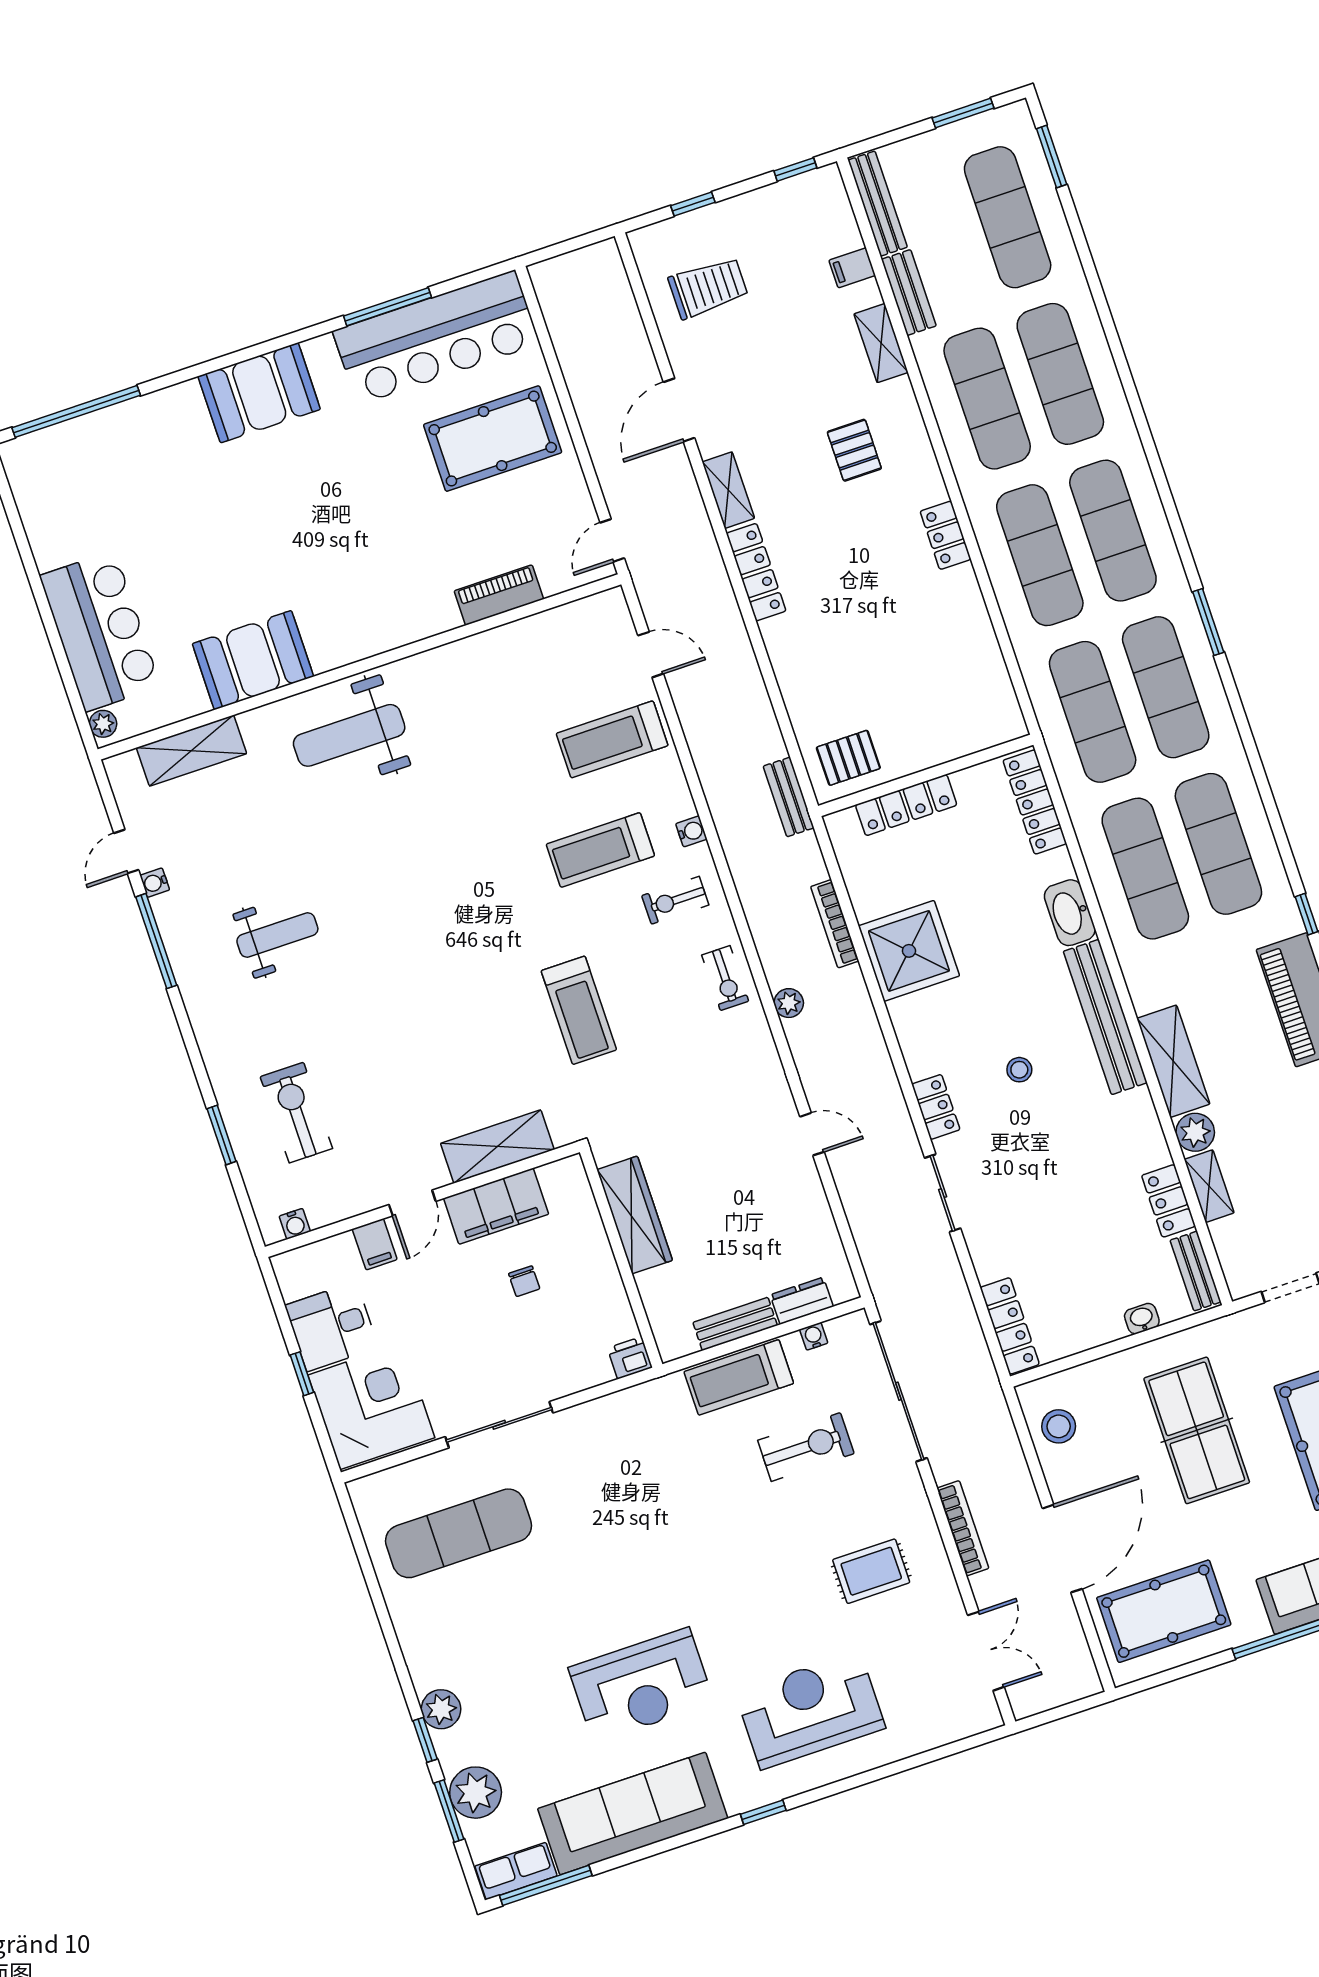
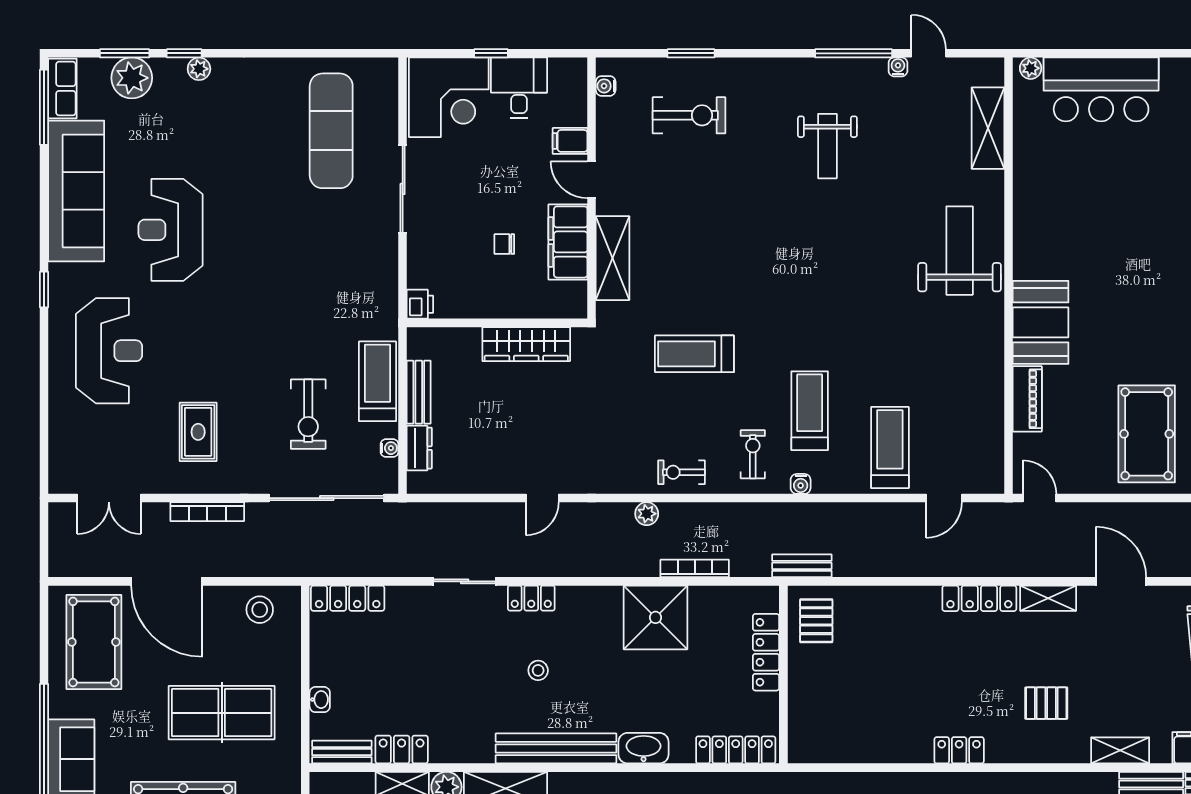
booth: (253, 660) -> (1041, 322), moved
plant: (441, 1709) -> (199, 69), width x0.73, depth x0.73

